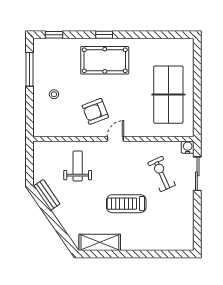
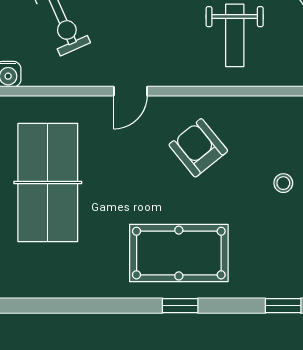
armchair: (95, 111) -> (198, 148), turned -108
door: (115, 139) -> (130, 91), moved

